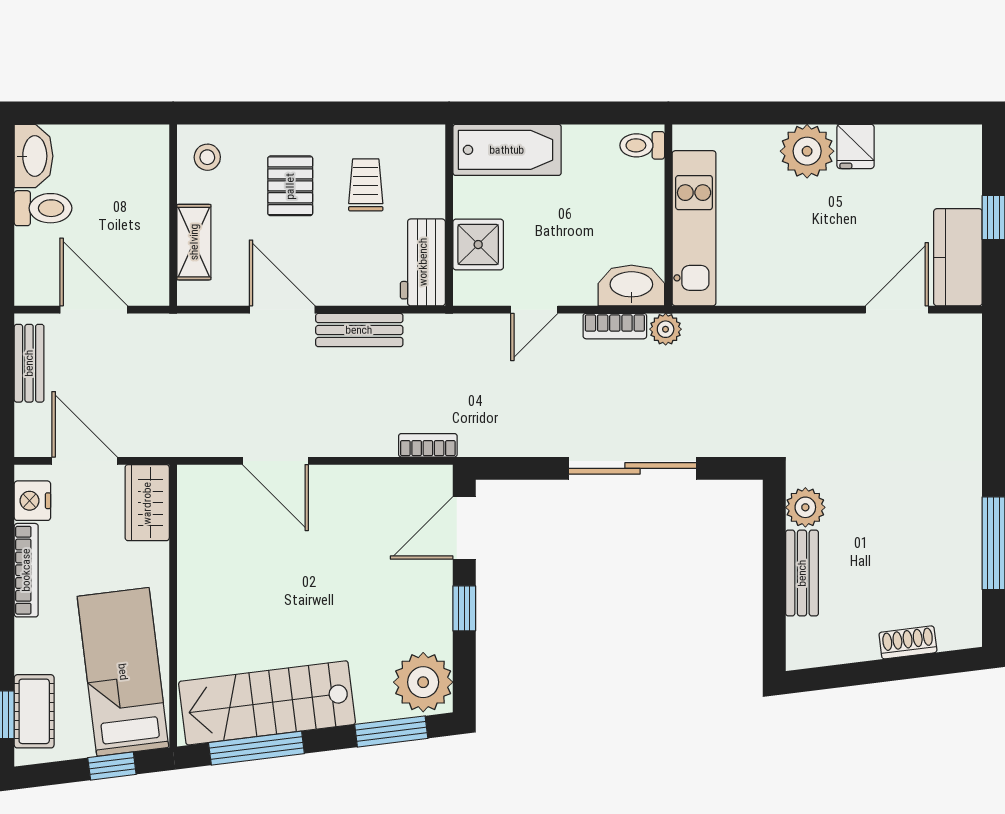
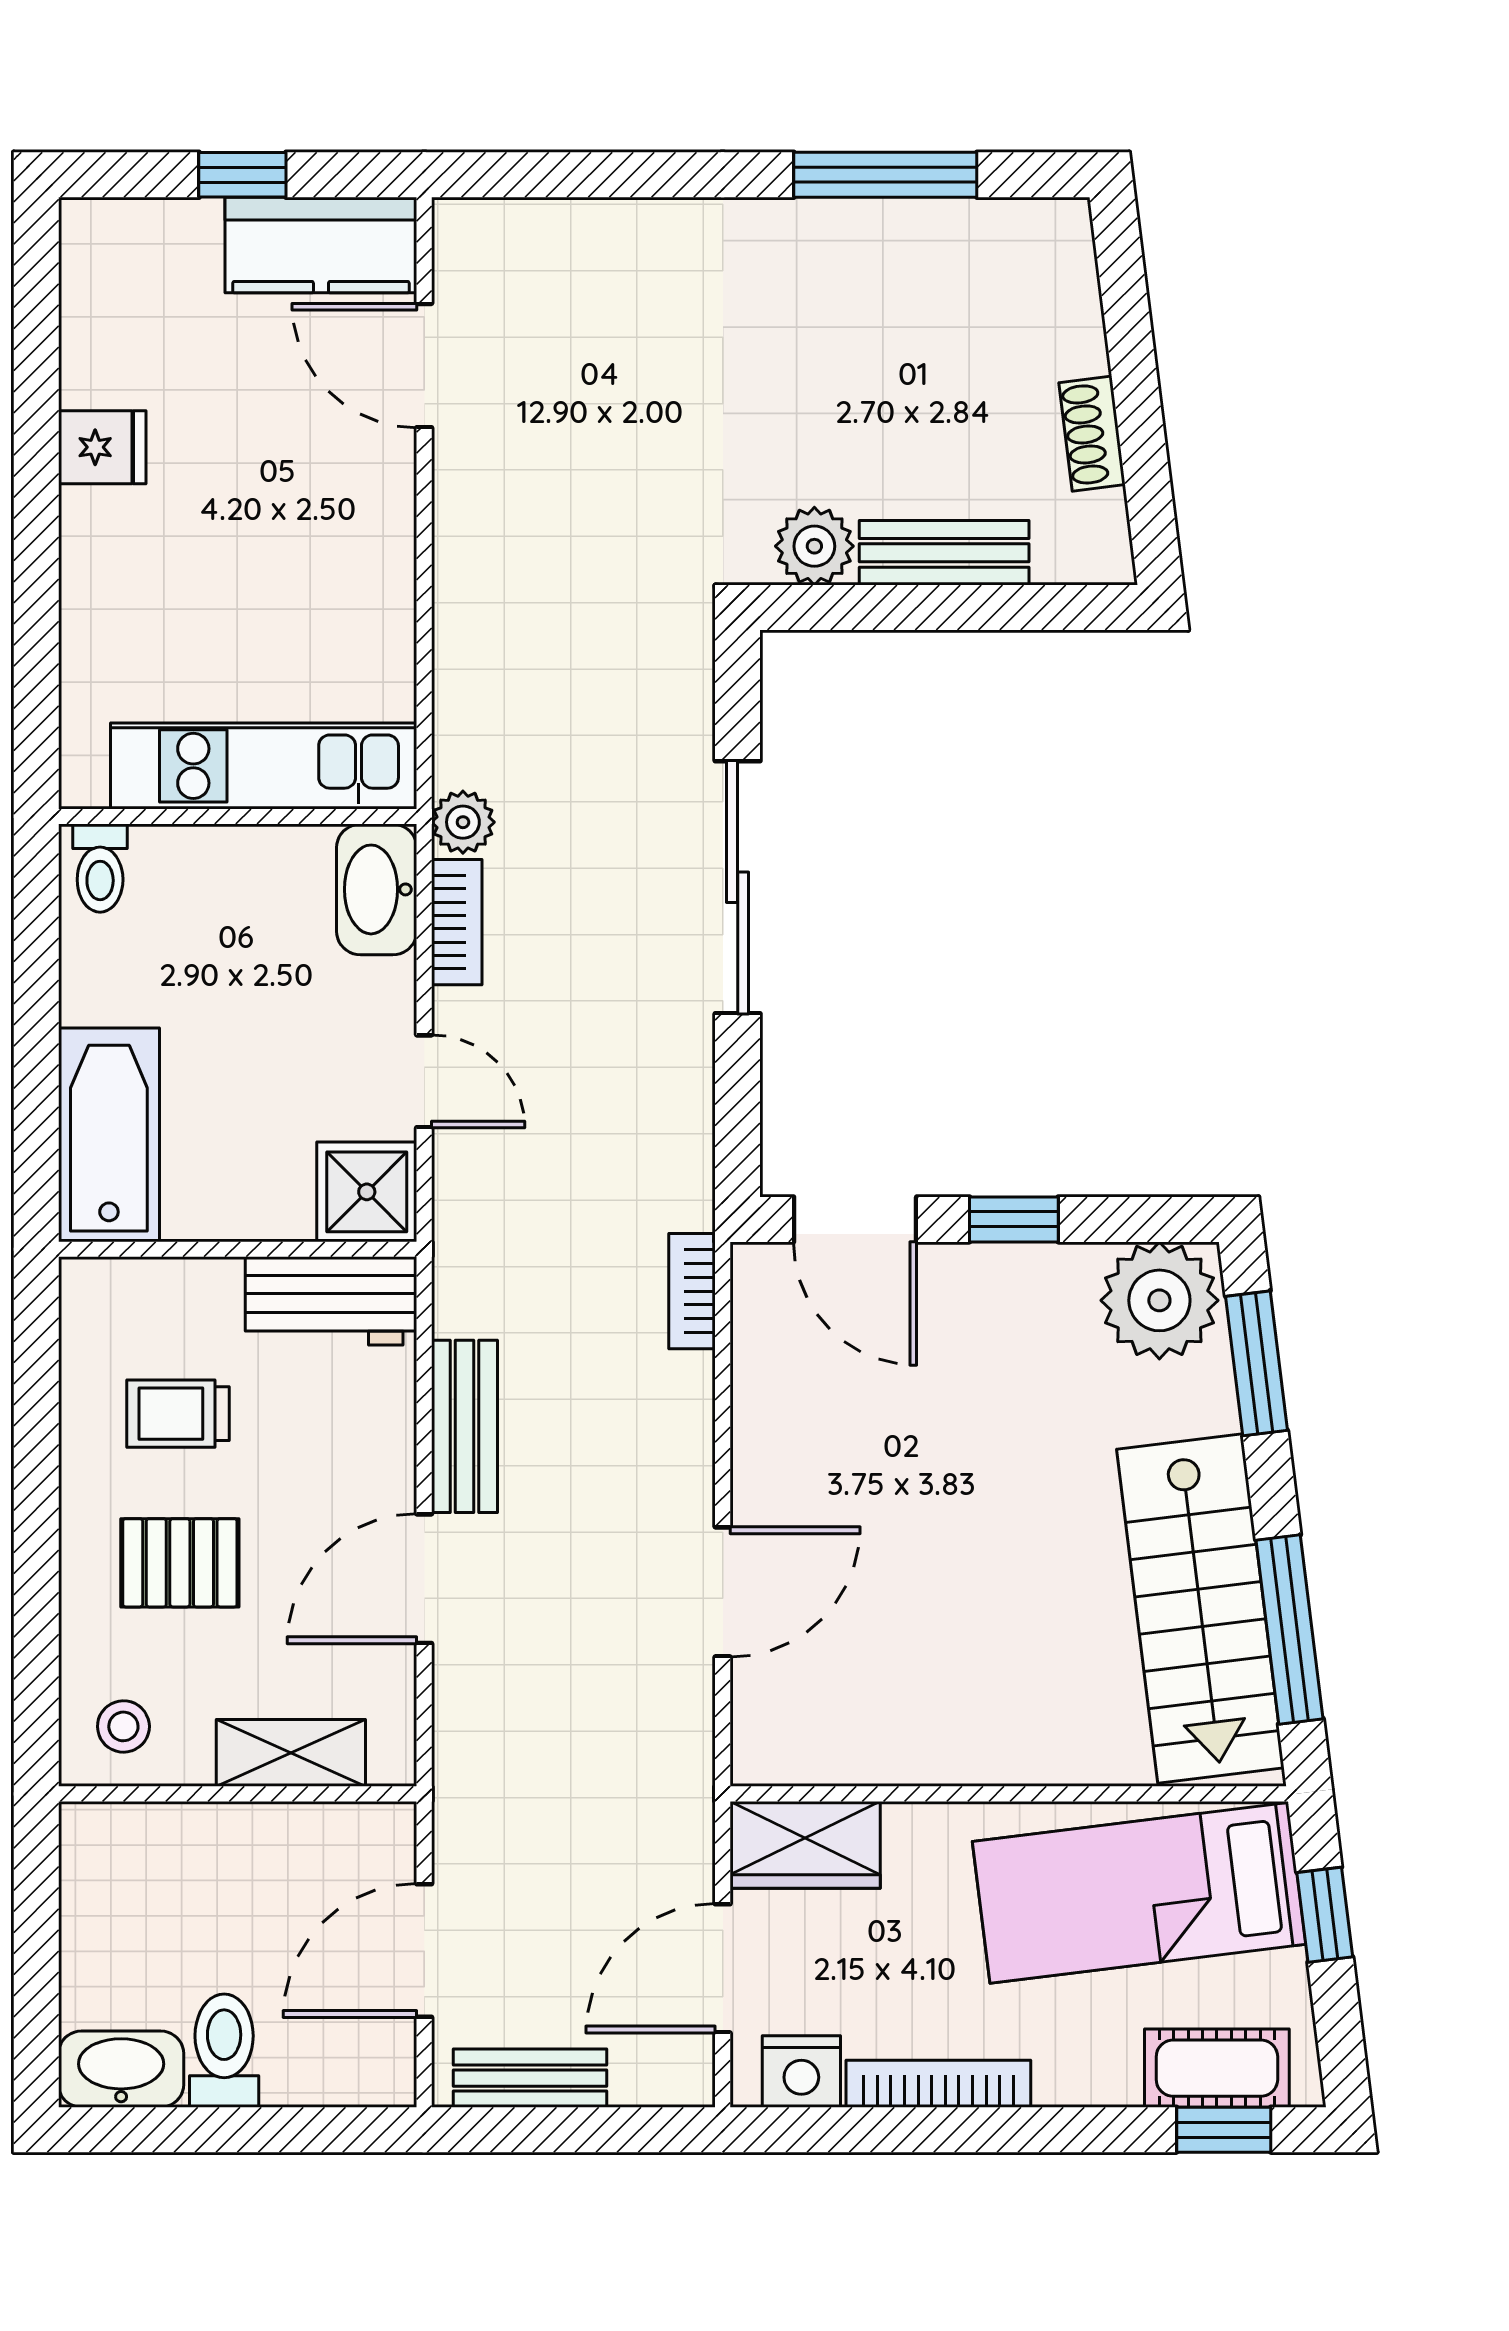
plant: (807, 151) -> (112, 543), removed
shower: (478, 245) -> (367, 1192), moved
shoe rack: (908, 642) -> (1092, 434), moved

